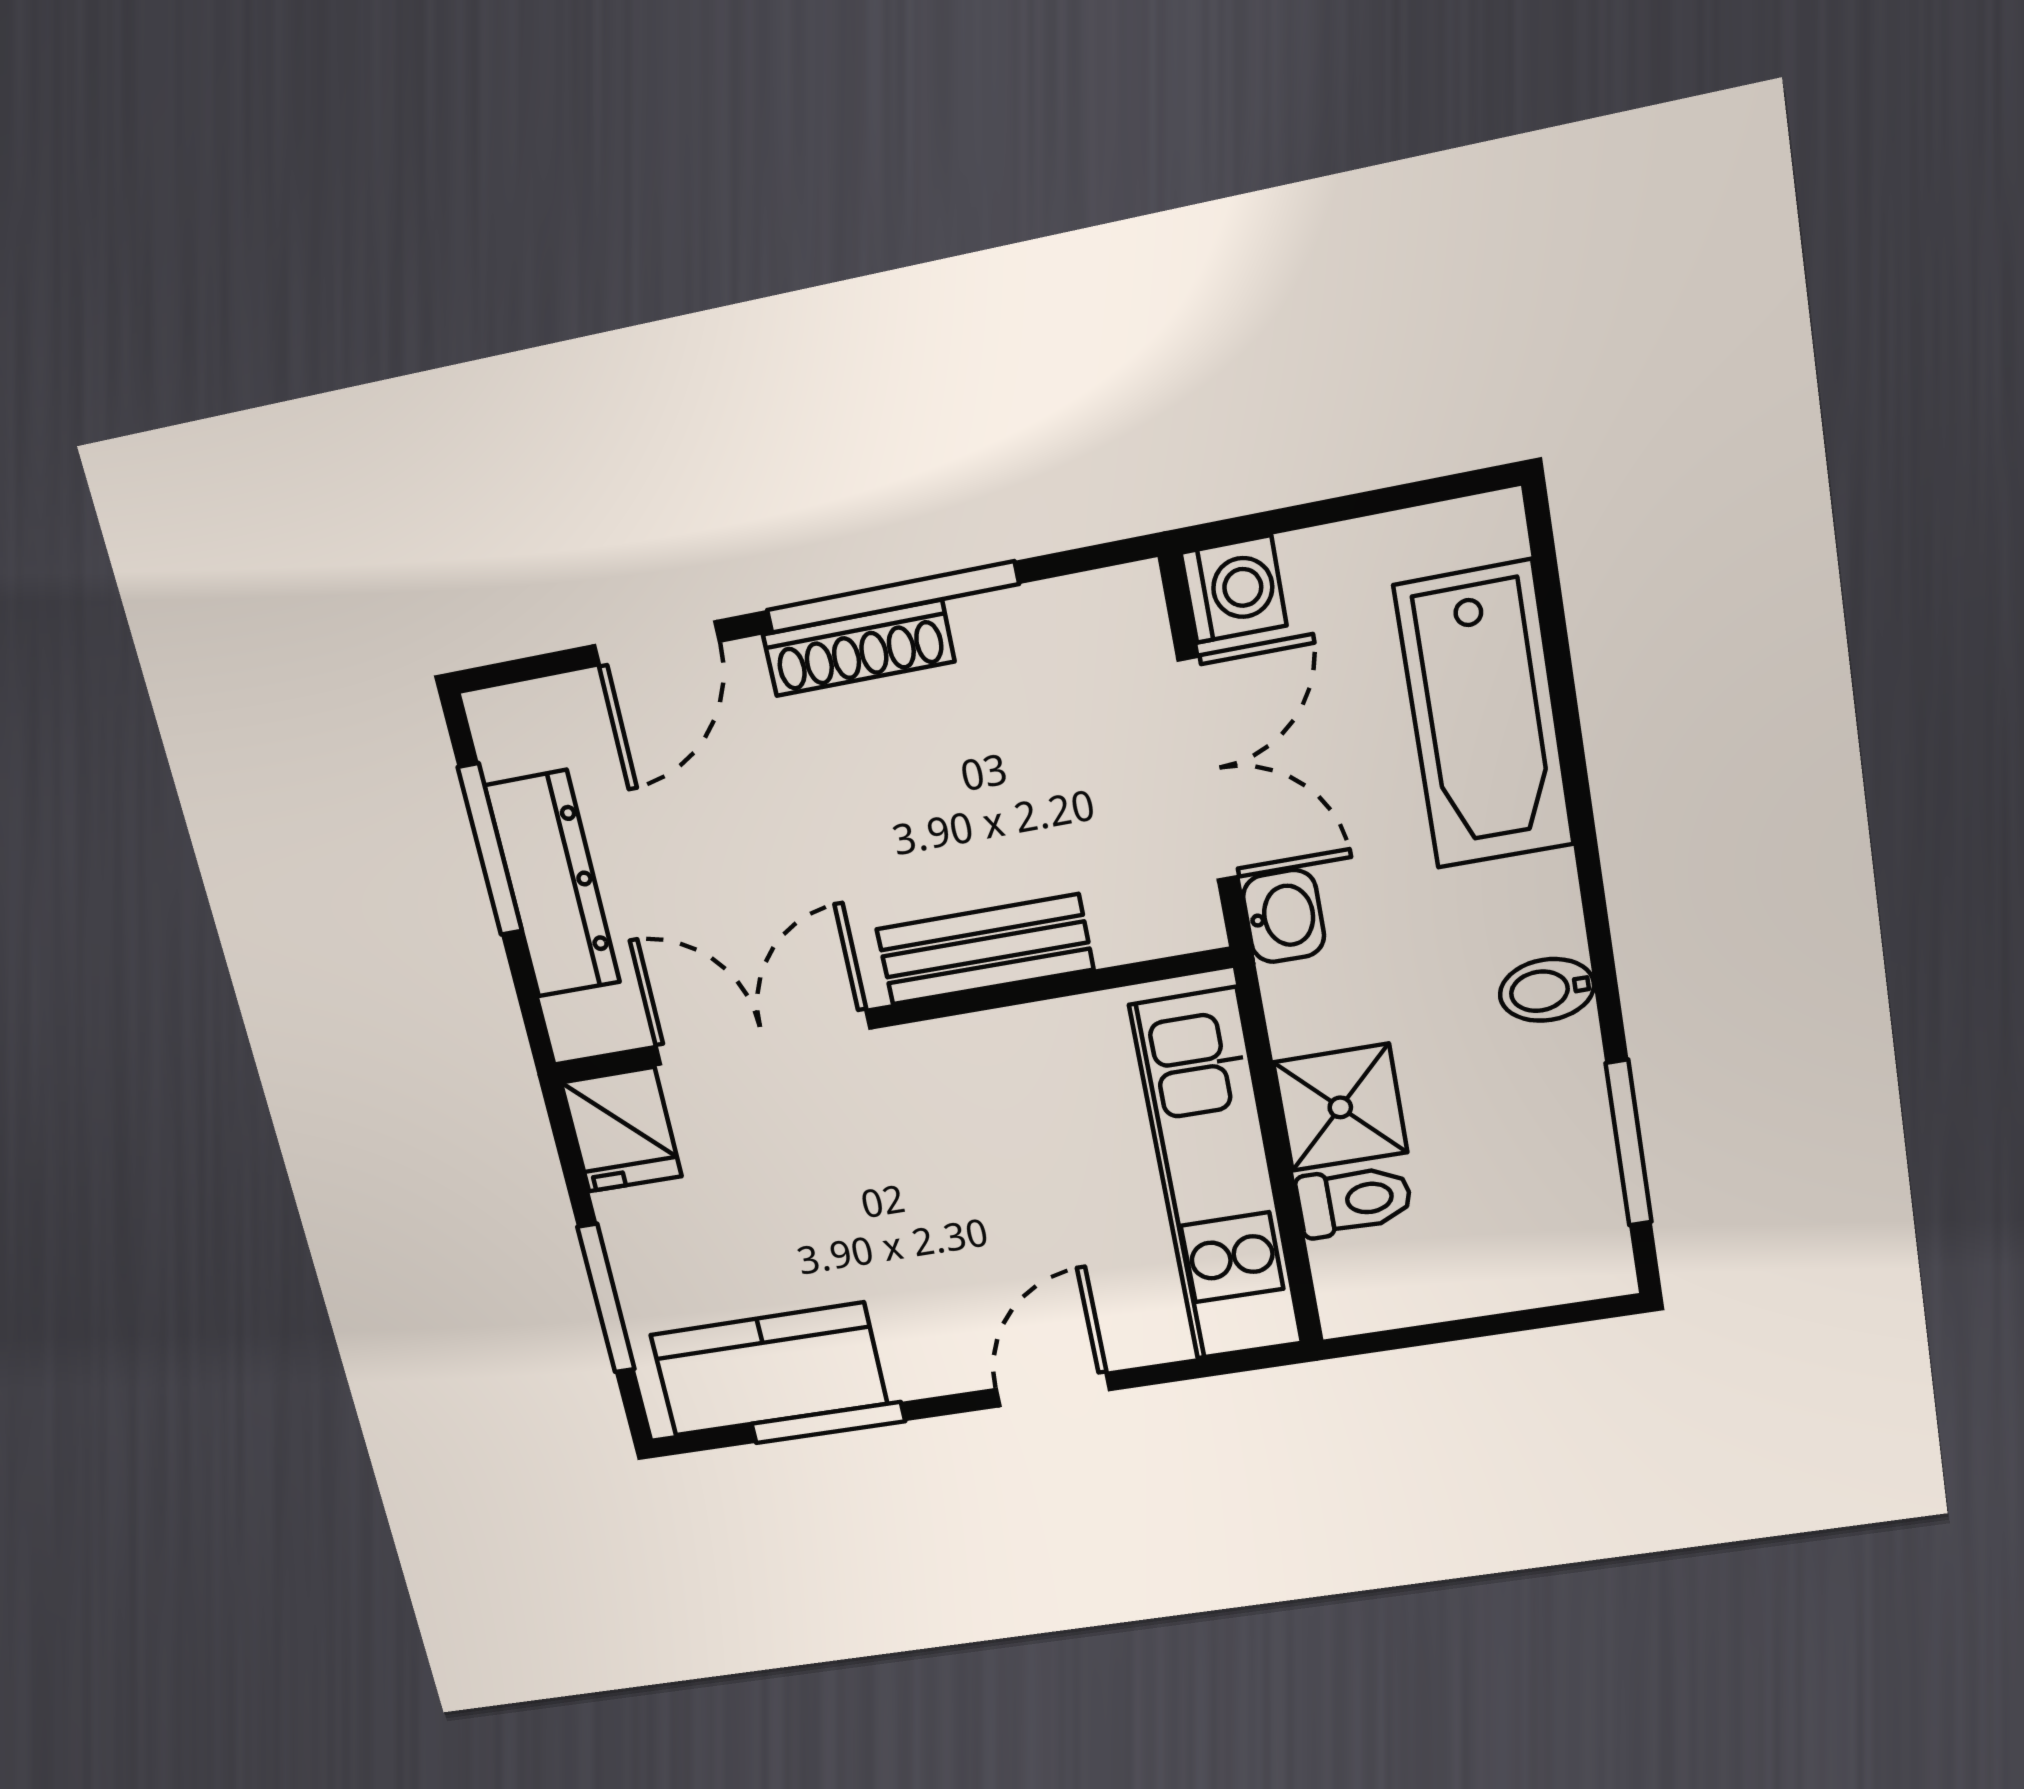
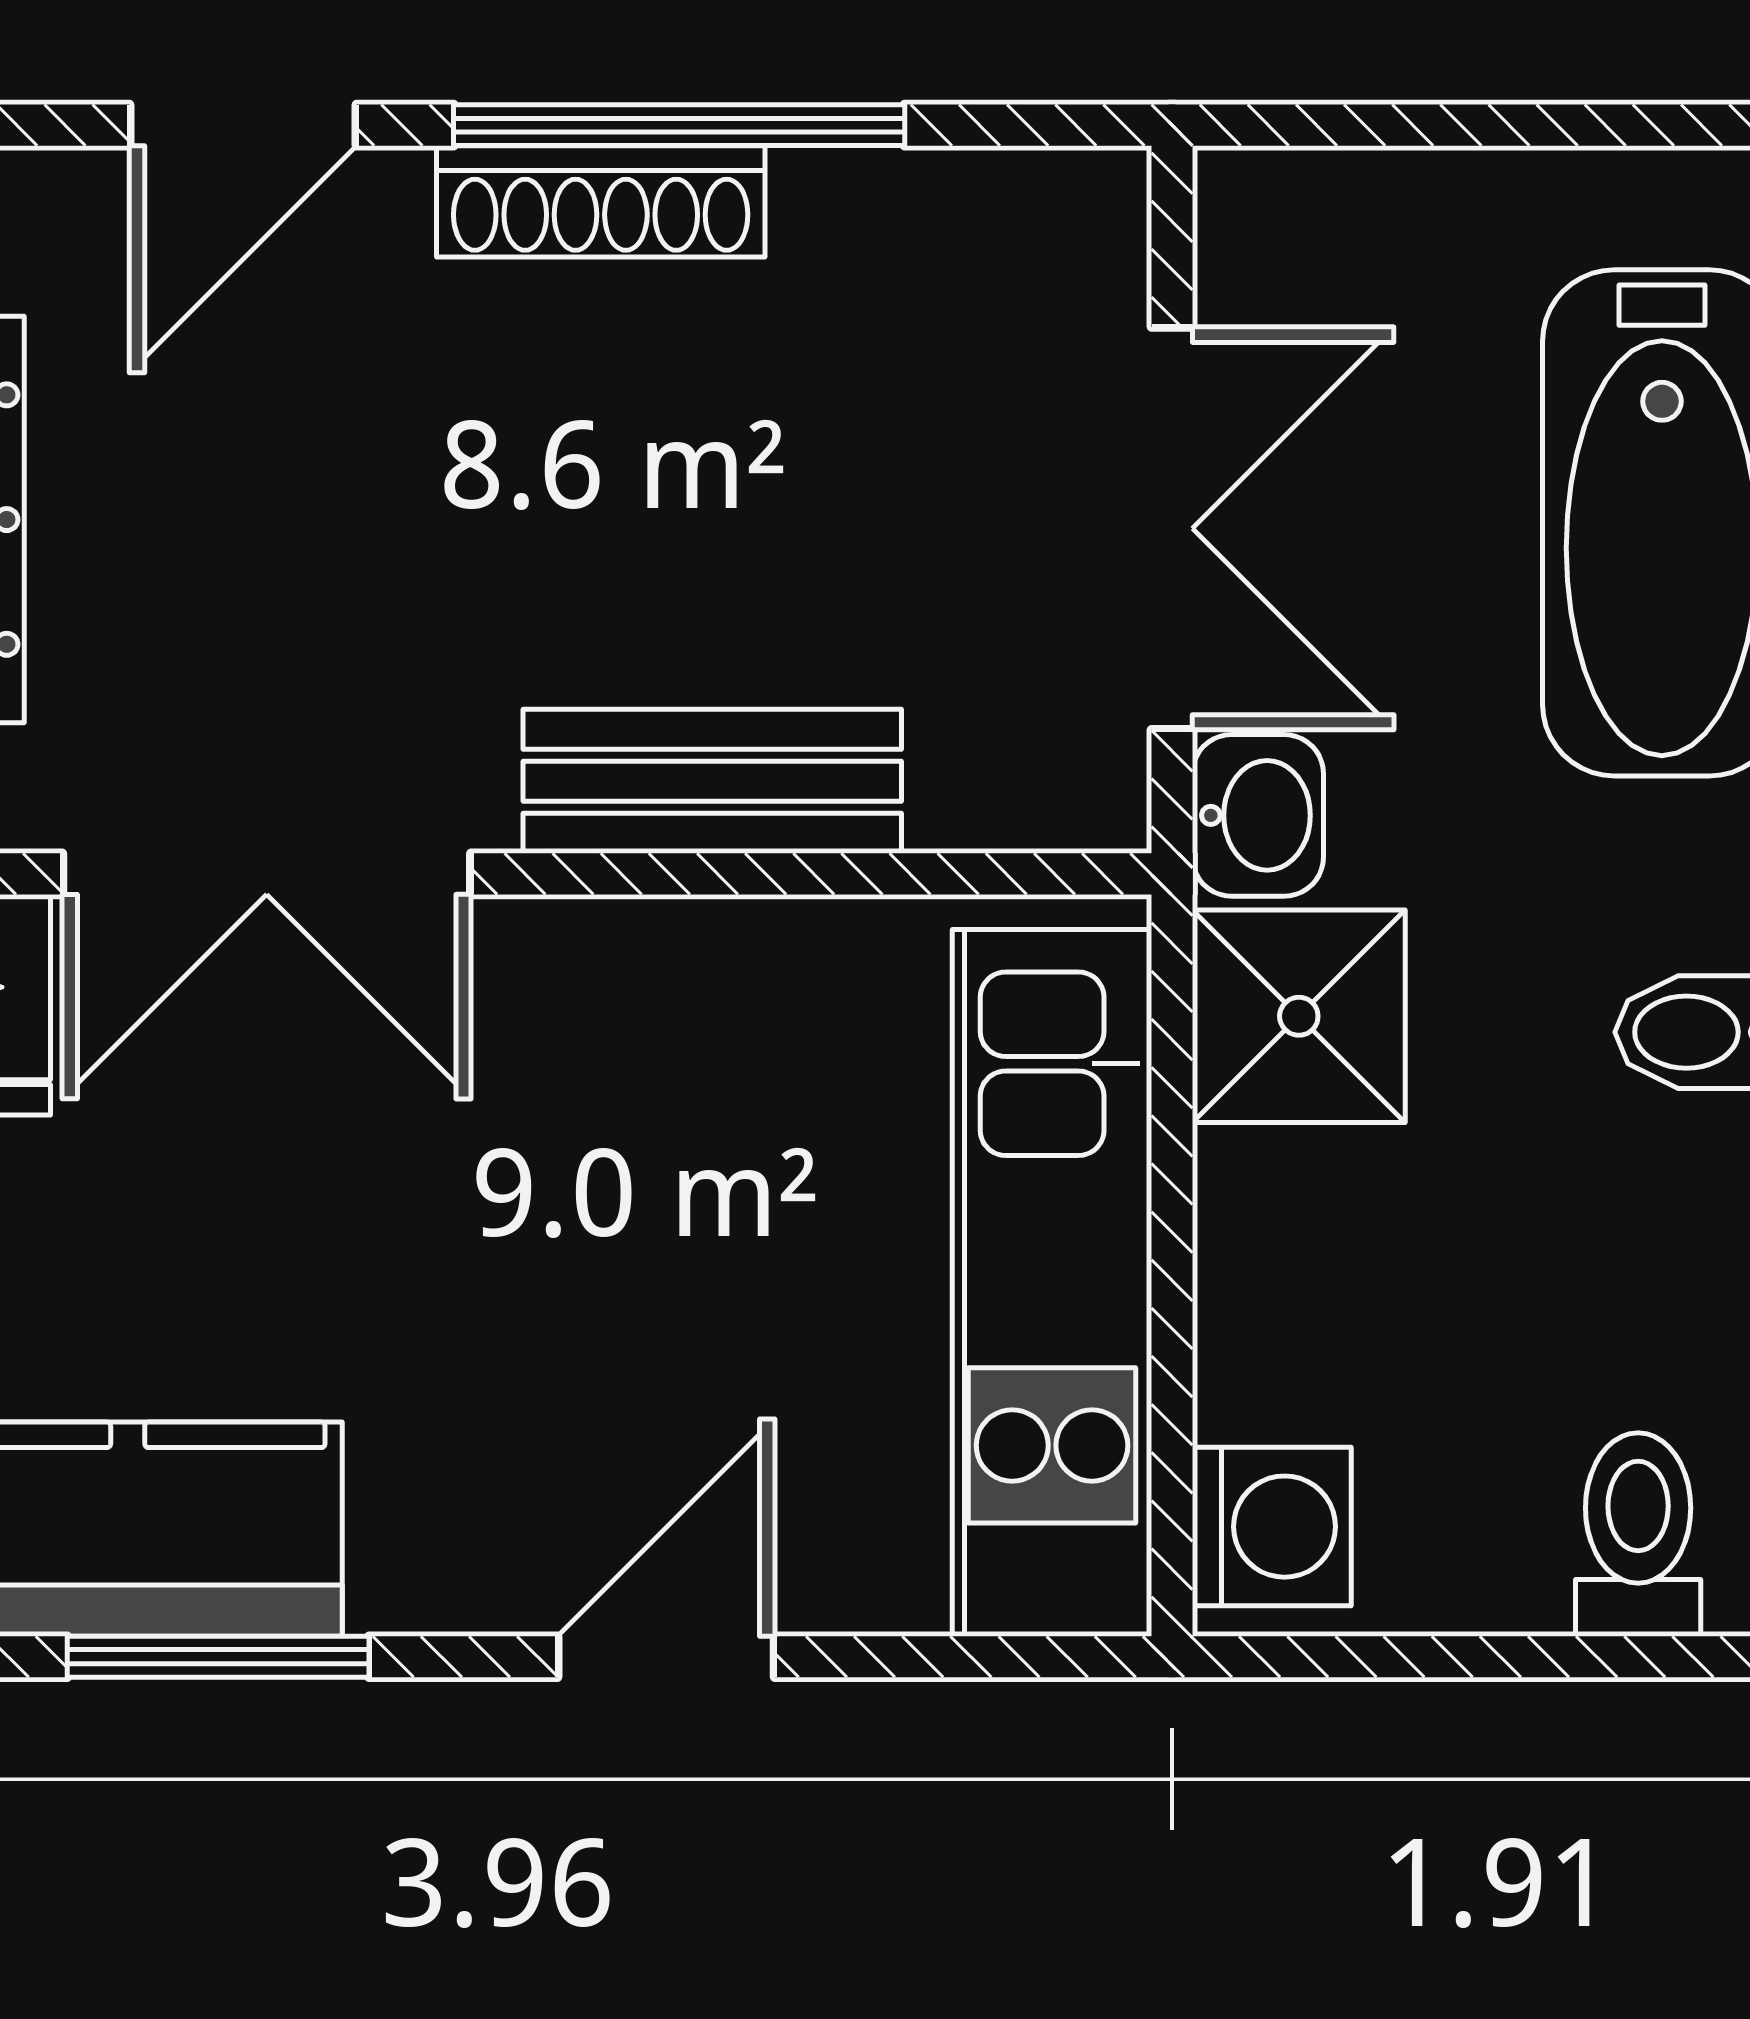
washing machine: (1234, 589) -> (1272, 1527), moved
double door: (762, 1037) -> (267, 874), swing flipped
shower: (1340, 1107) -> (1299, 1016), moved
toilet: (1354, 1200) -> (1638, 1535), moved, turned -90

